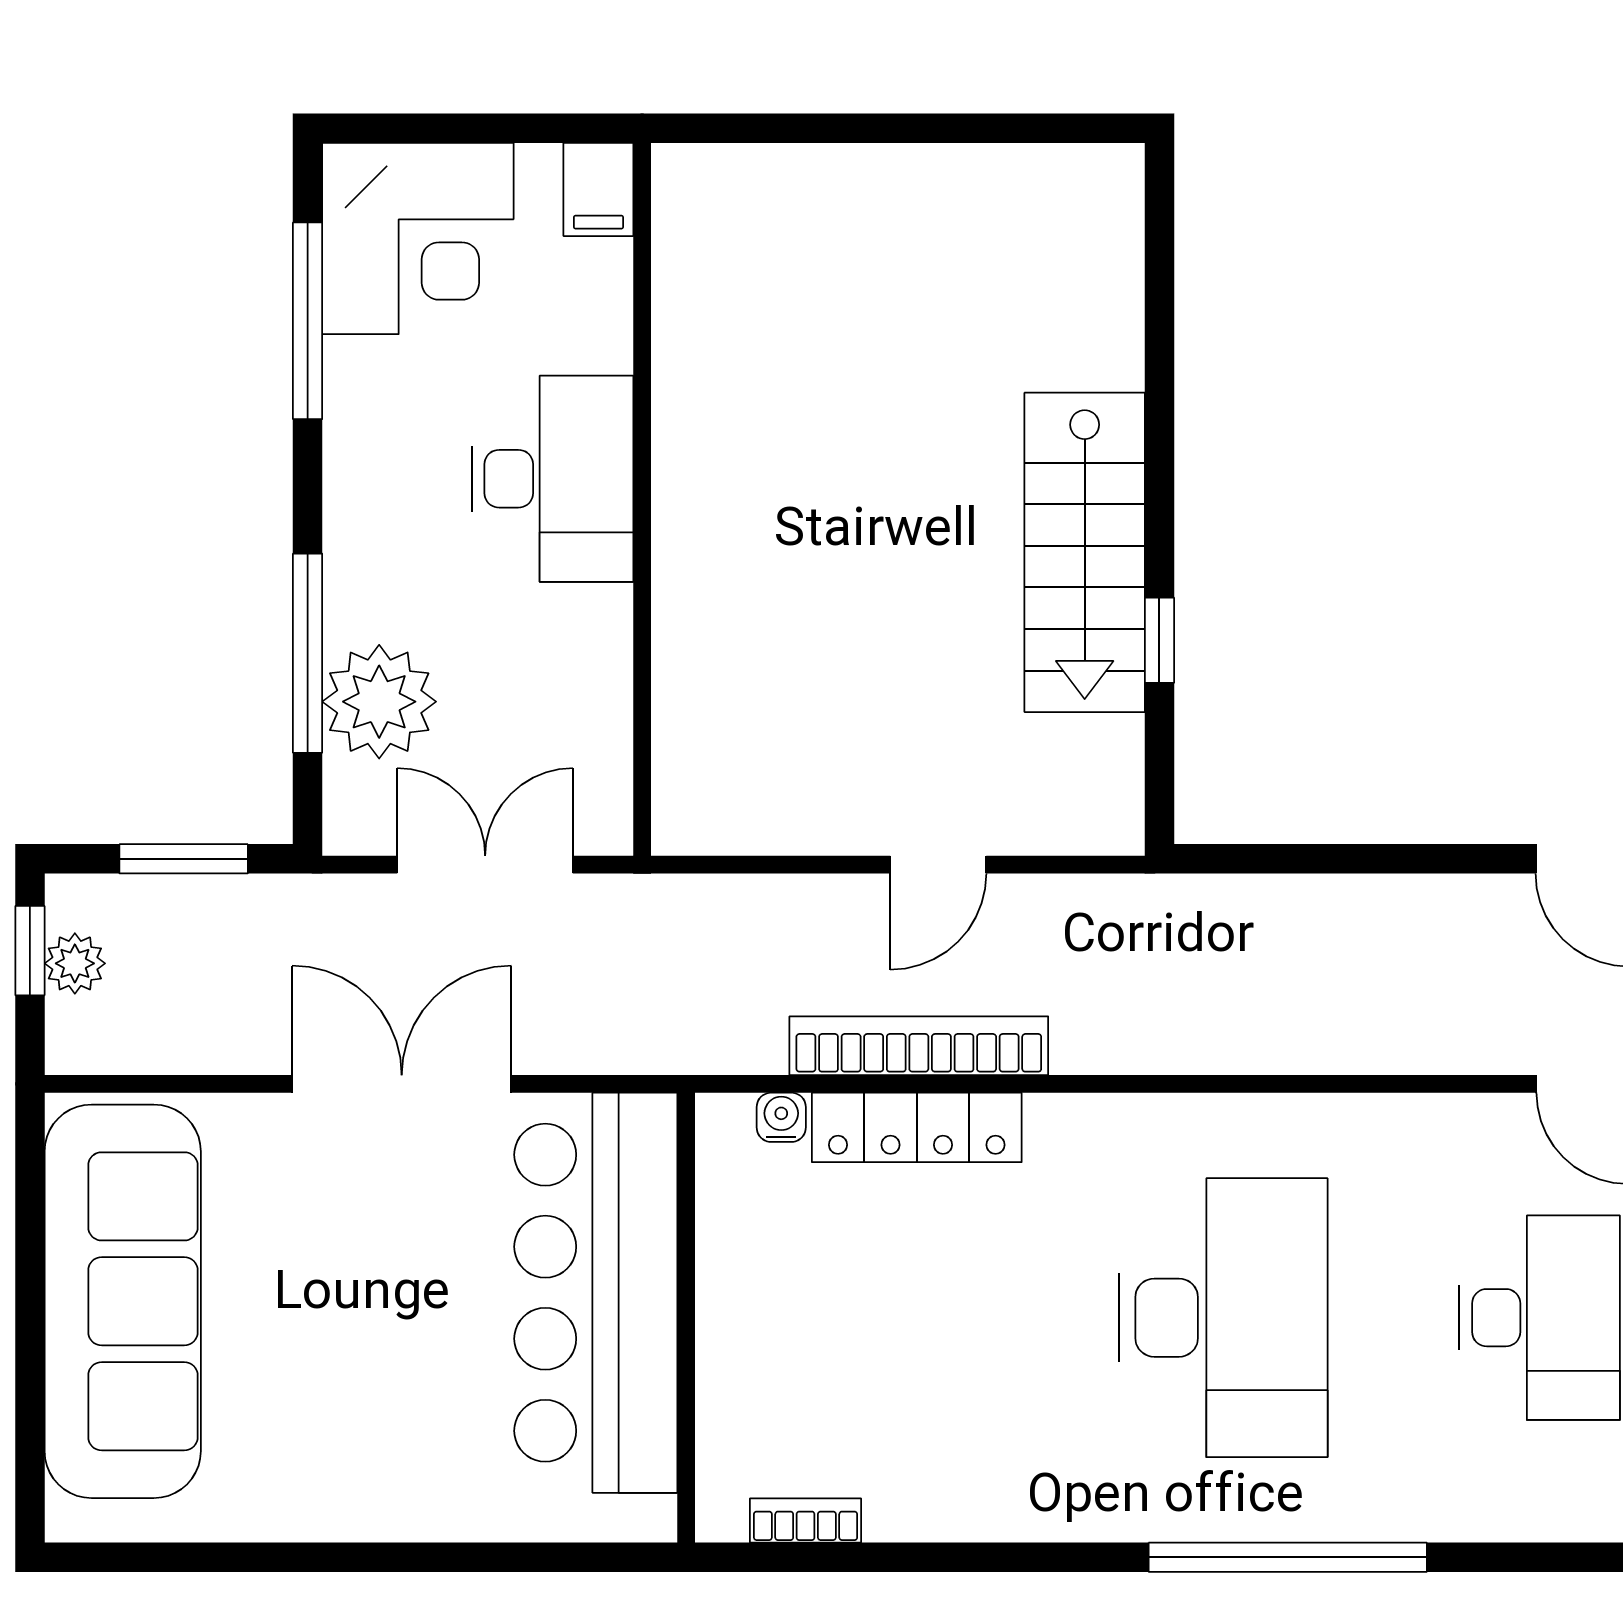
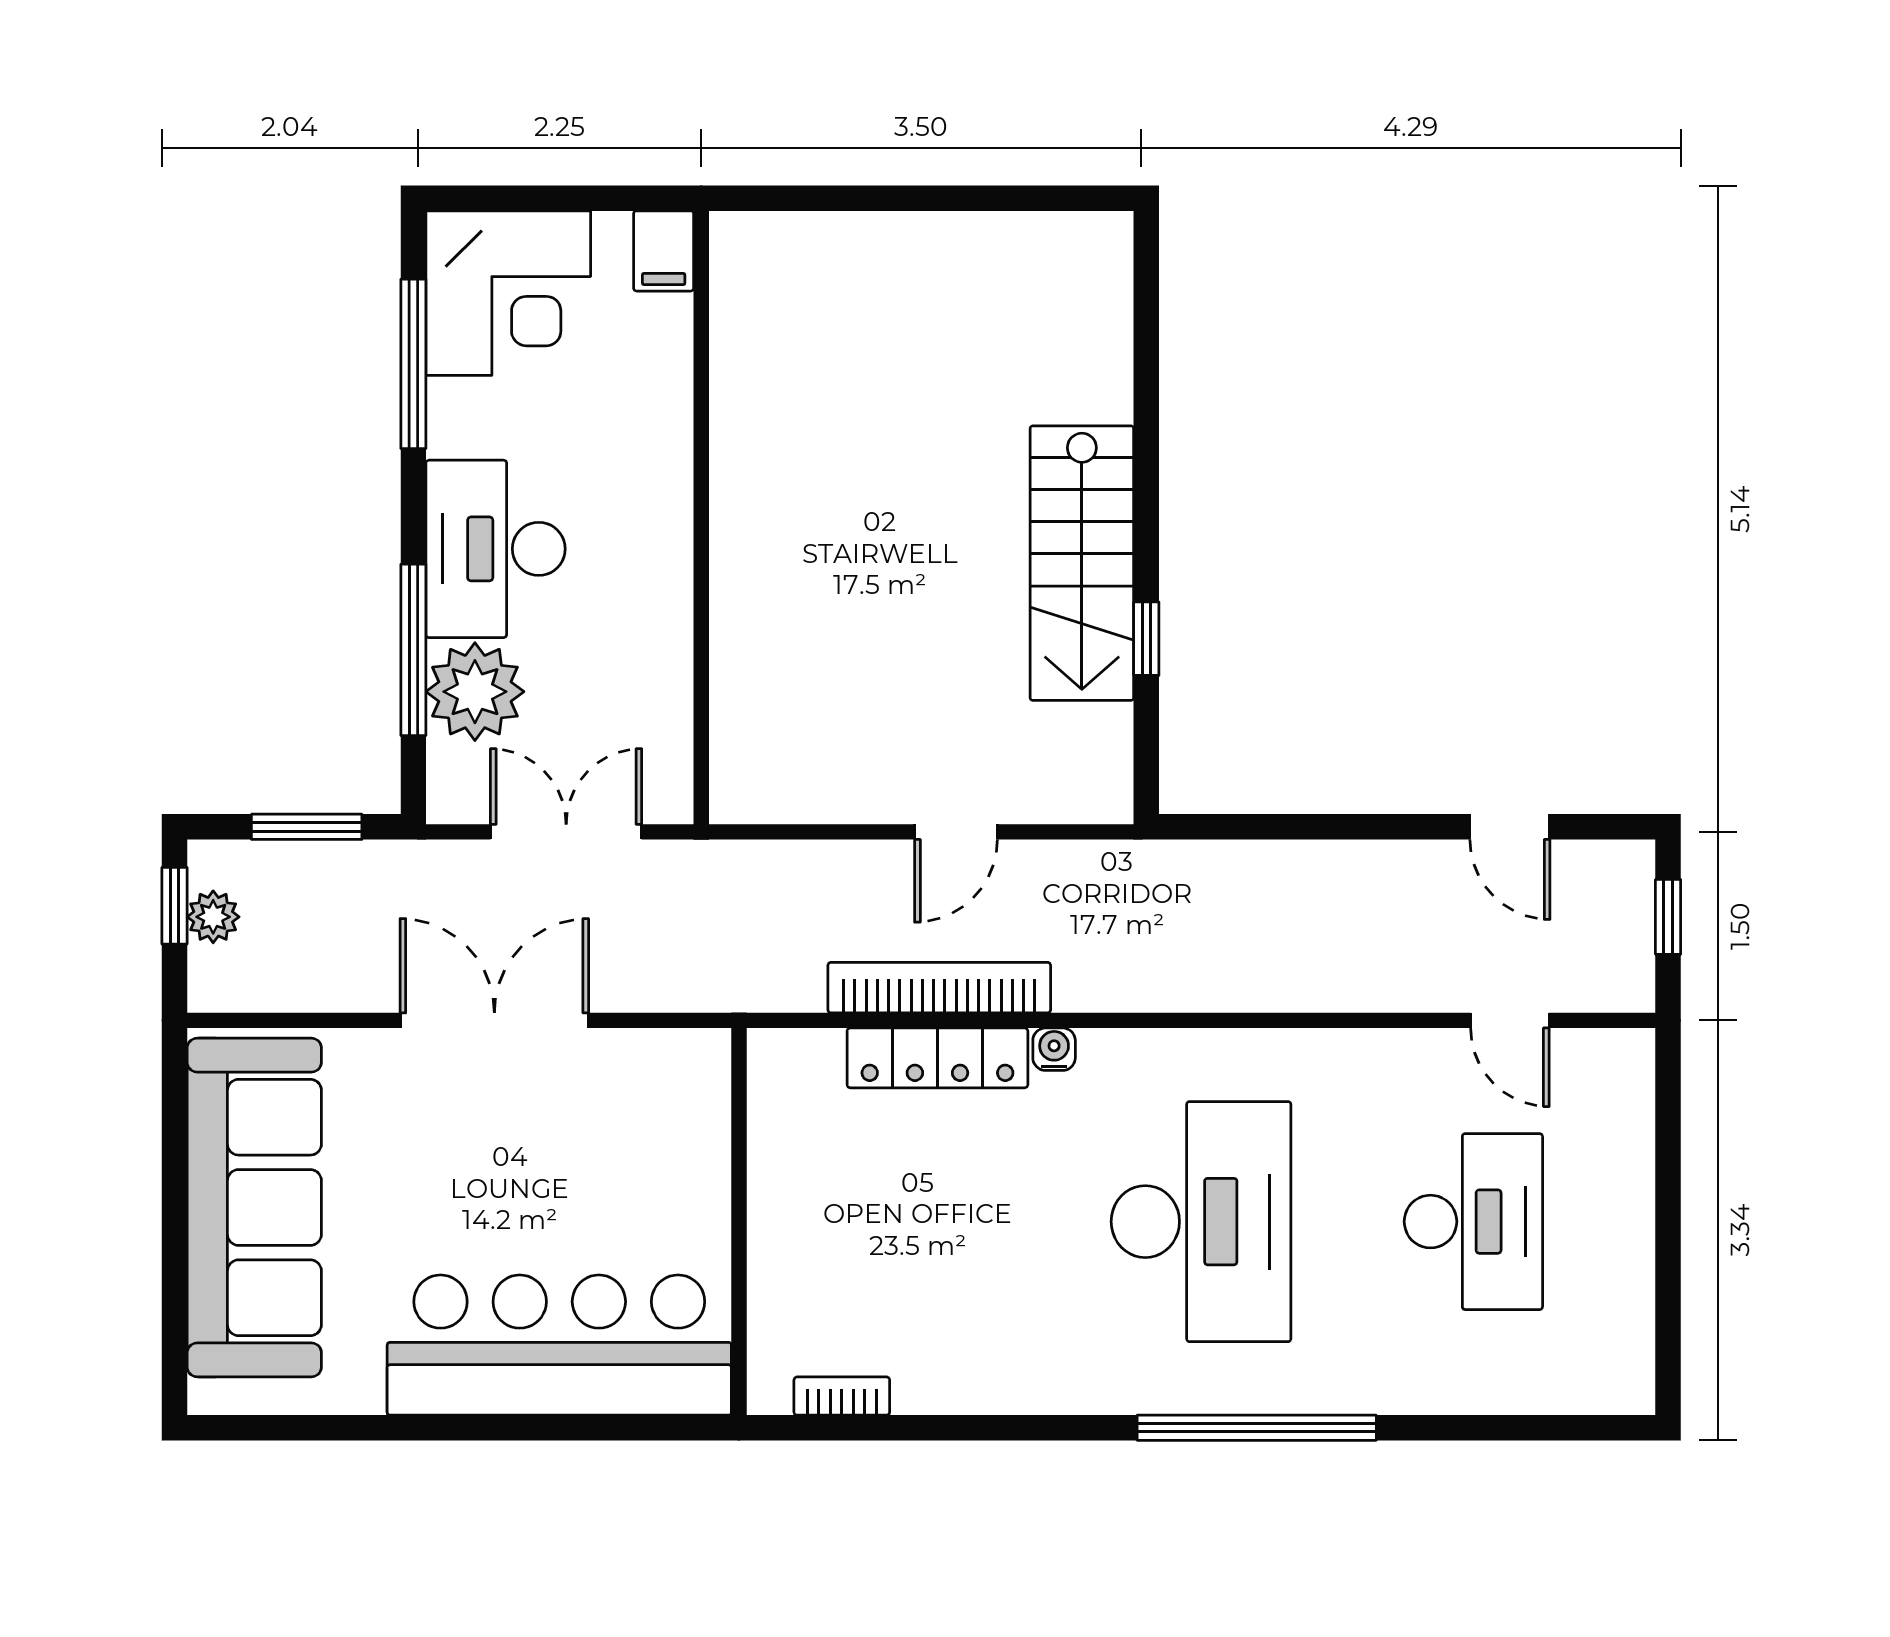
desk: (552, 479) -> (496, 549), moved, turned 180
water cooler: (781, 1117) -> (1054, 1049), moved
bar counter: (596, 1293) -> (559, 1345), moved, turned 90

